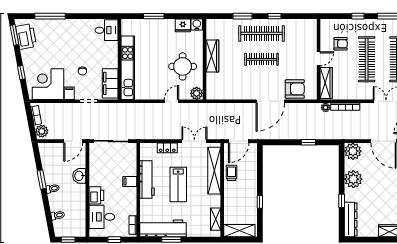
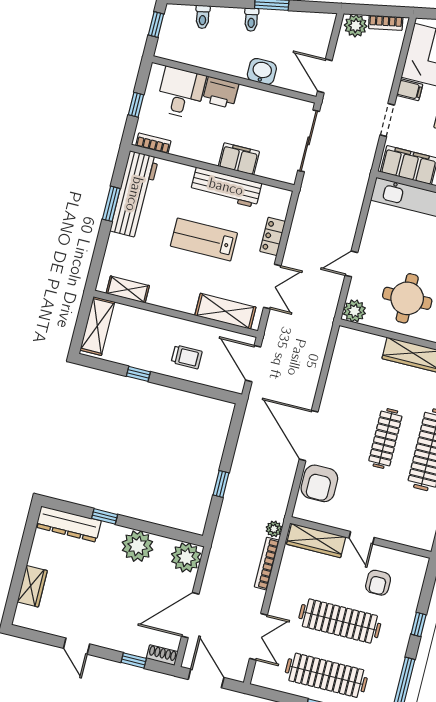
door: (171, 101) -> (351, 264), swing flipped
shelving: (214, 171) -> (225, 311), width x0.68
trolley: (231, 173) -> (187, 357), moved
filing cabinet: (130, 182) -> (239, 159), width x2.00

